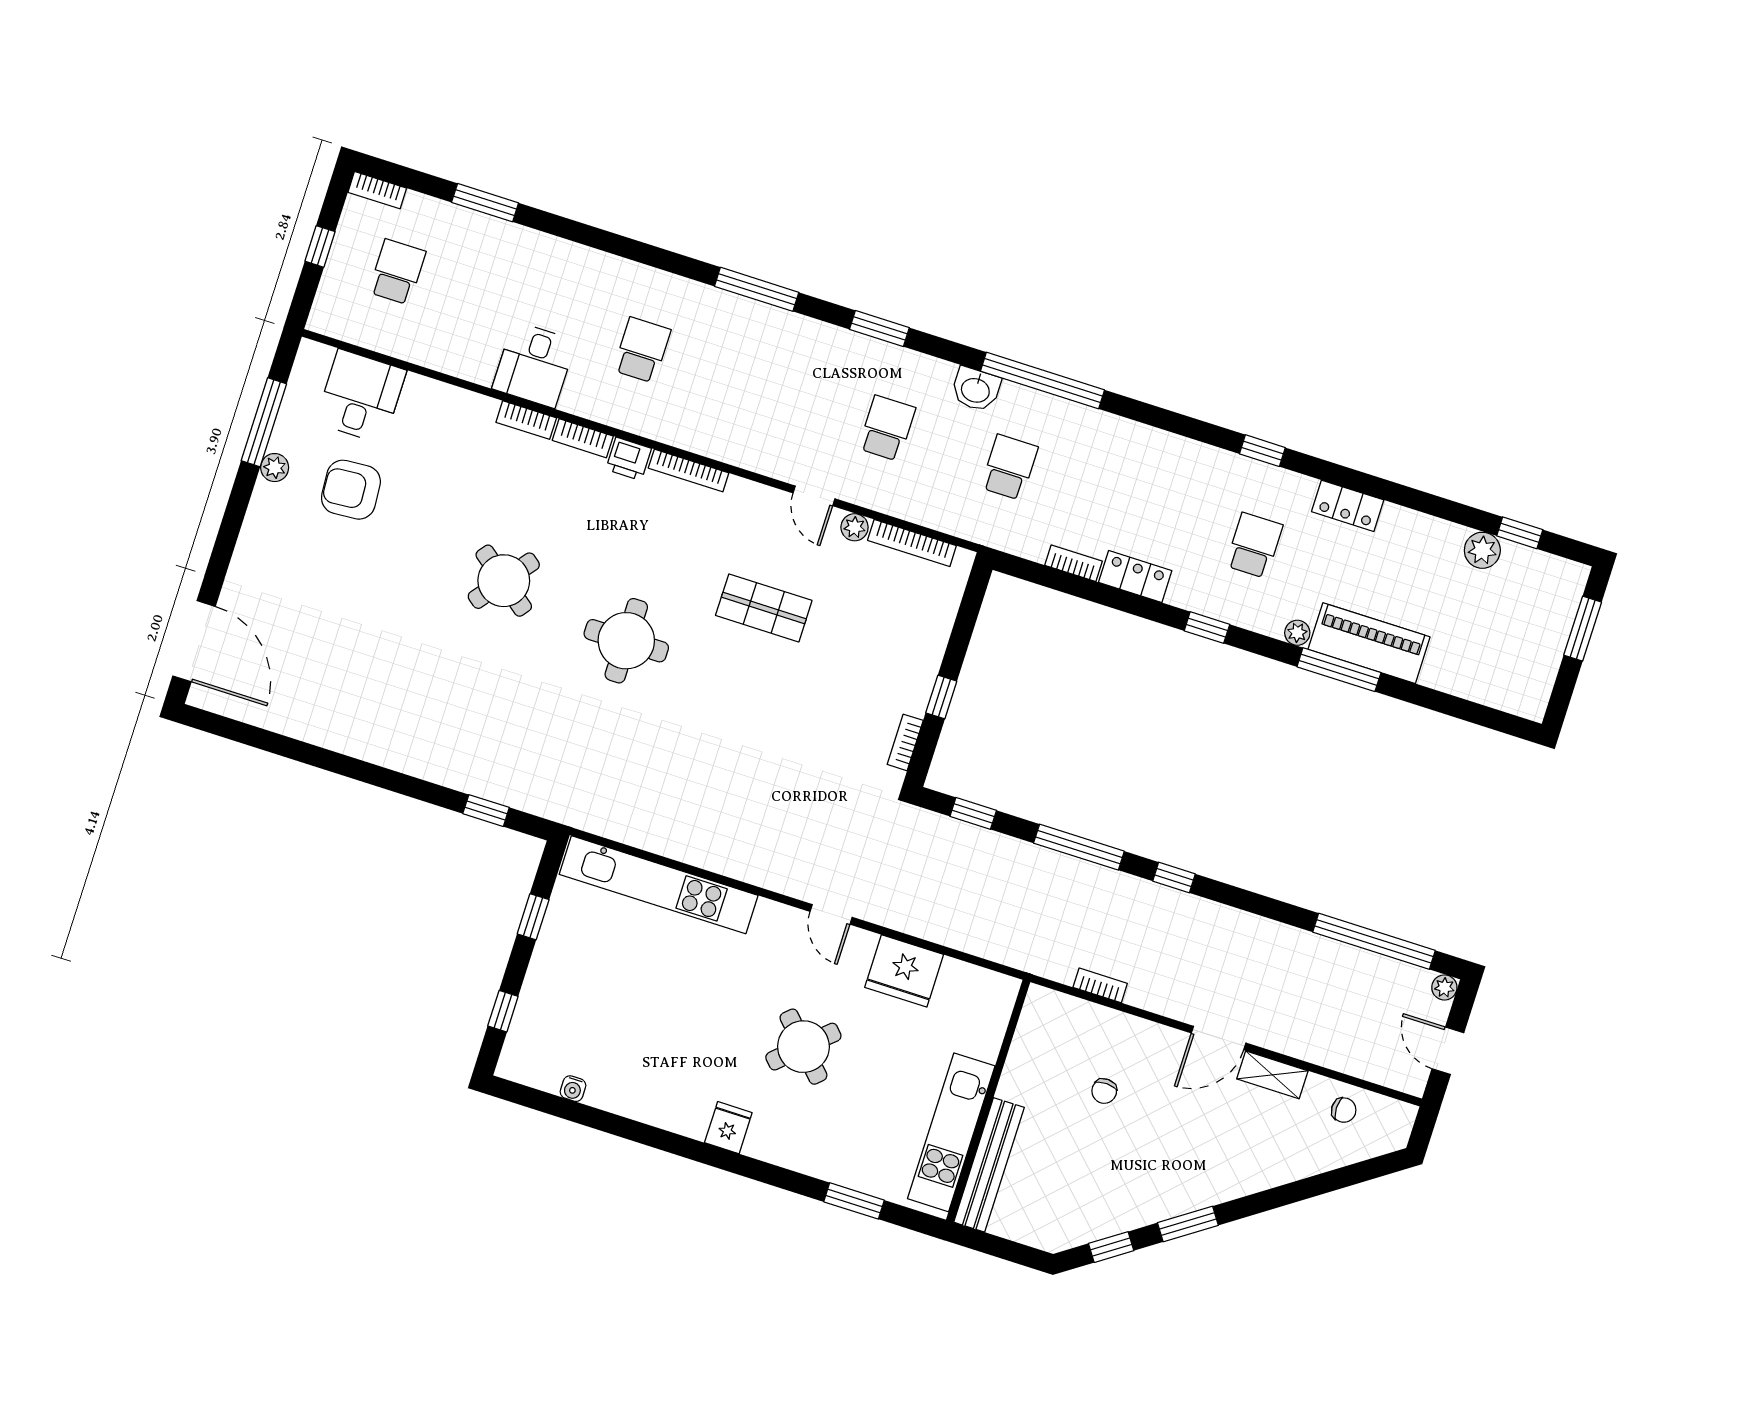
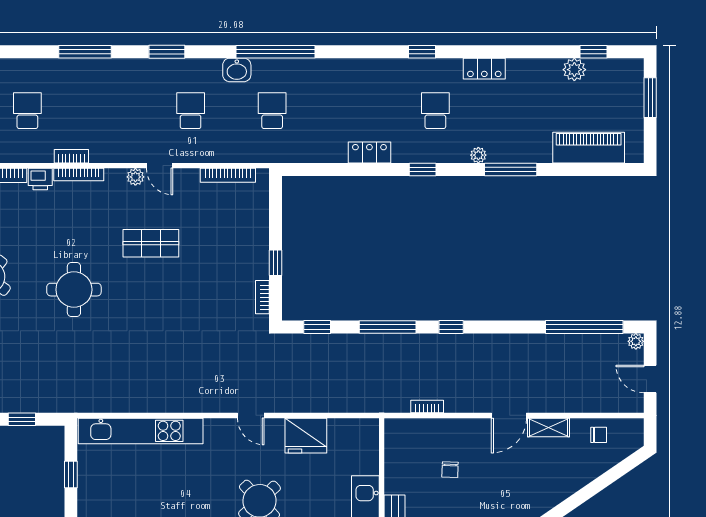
plant: (855, 527) -> (135, 177), moved
bookcase: (1074, 563) -> (71, 156), moved
piano: (1369, 643) -> (589, 148), moved

